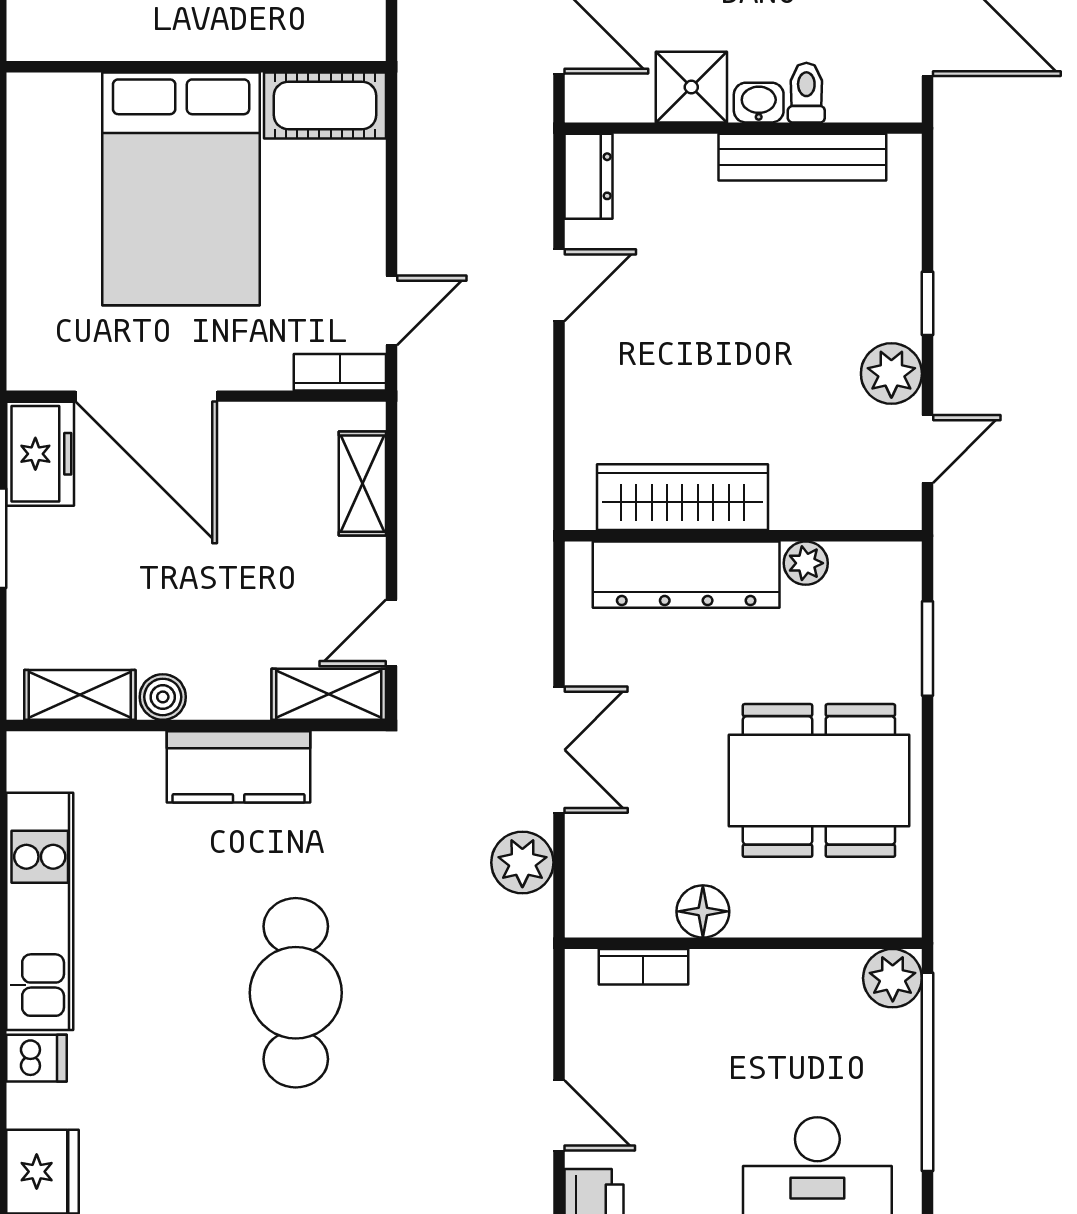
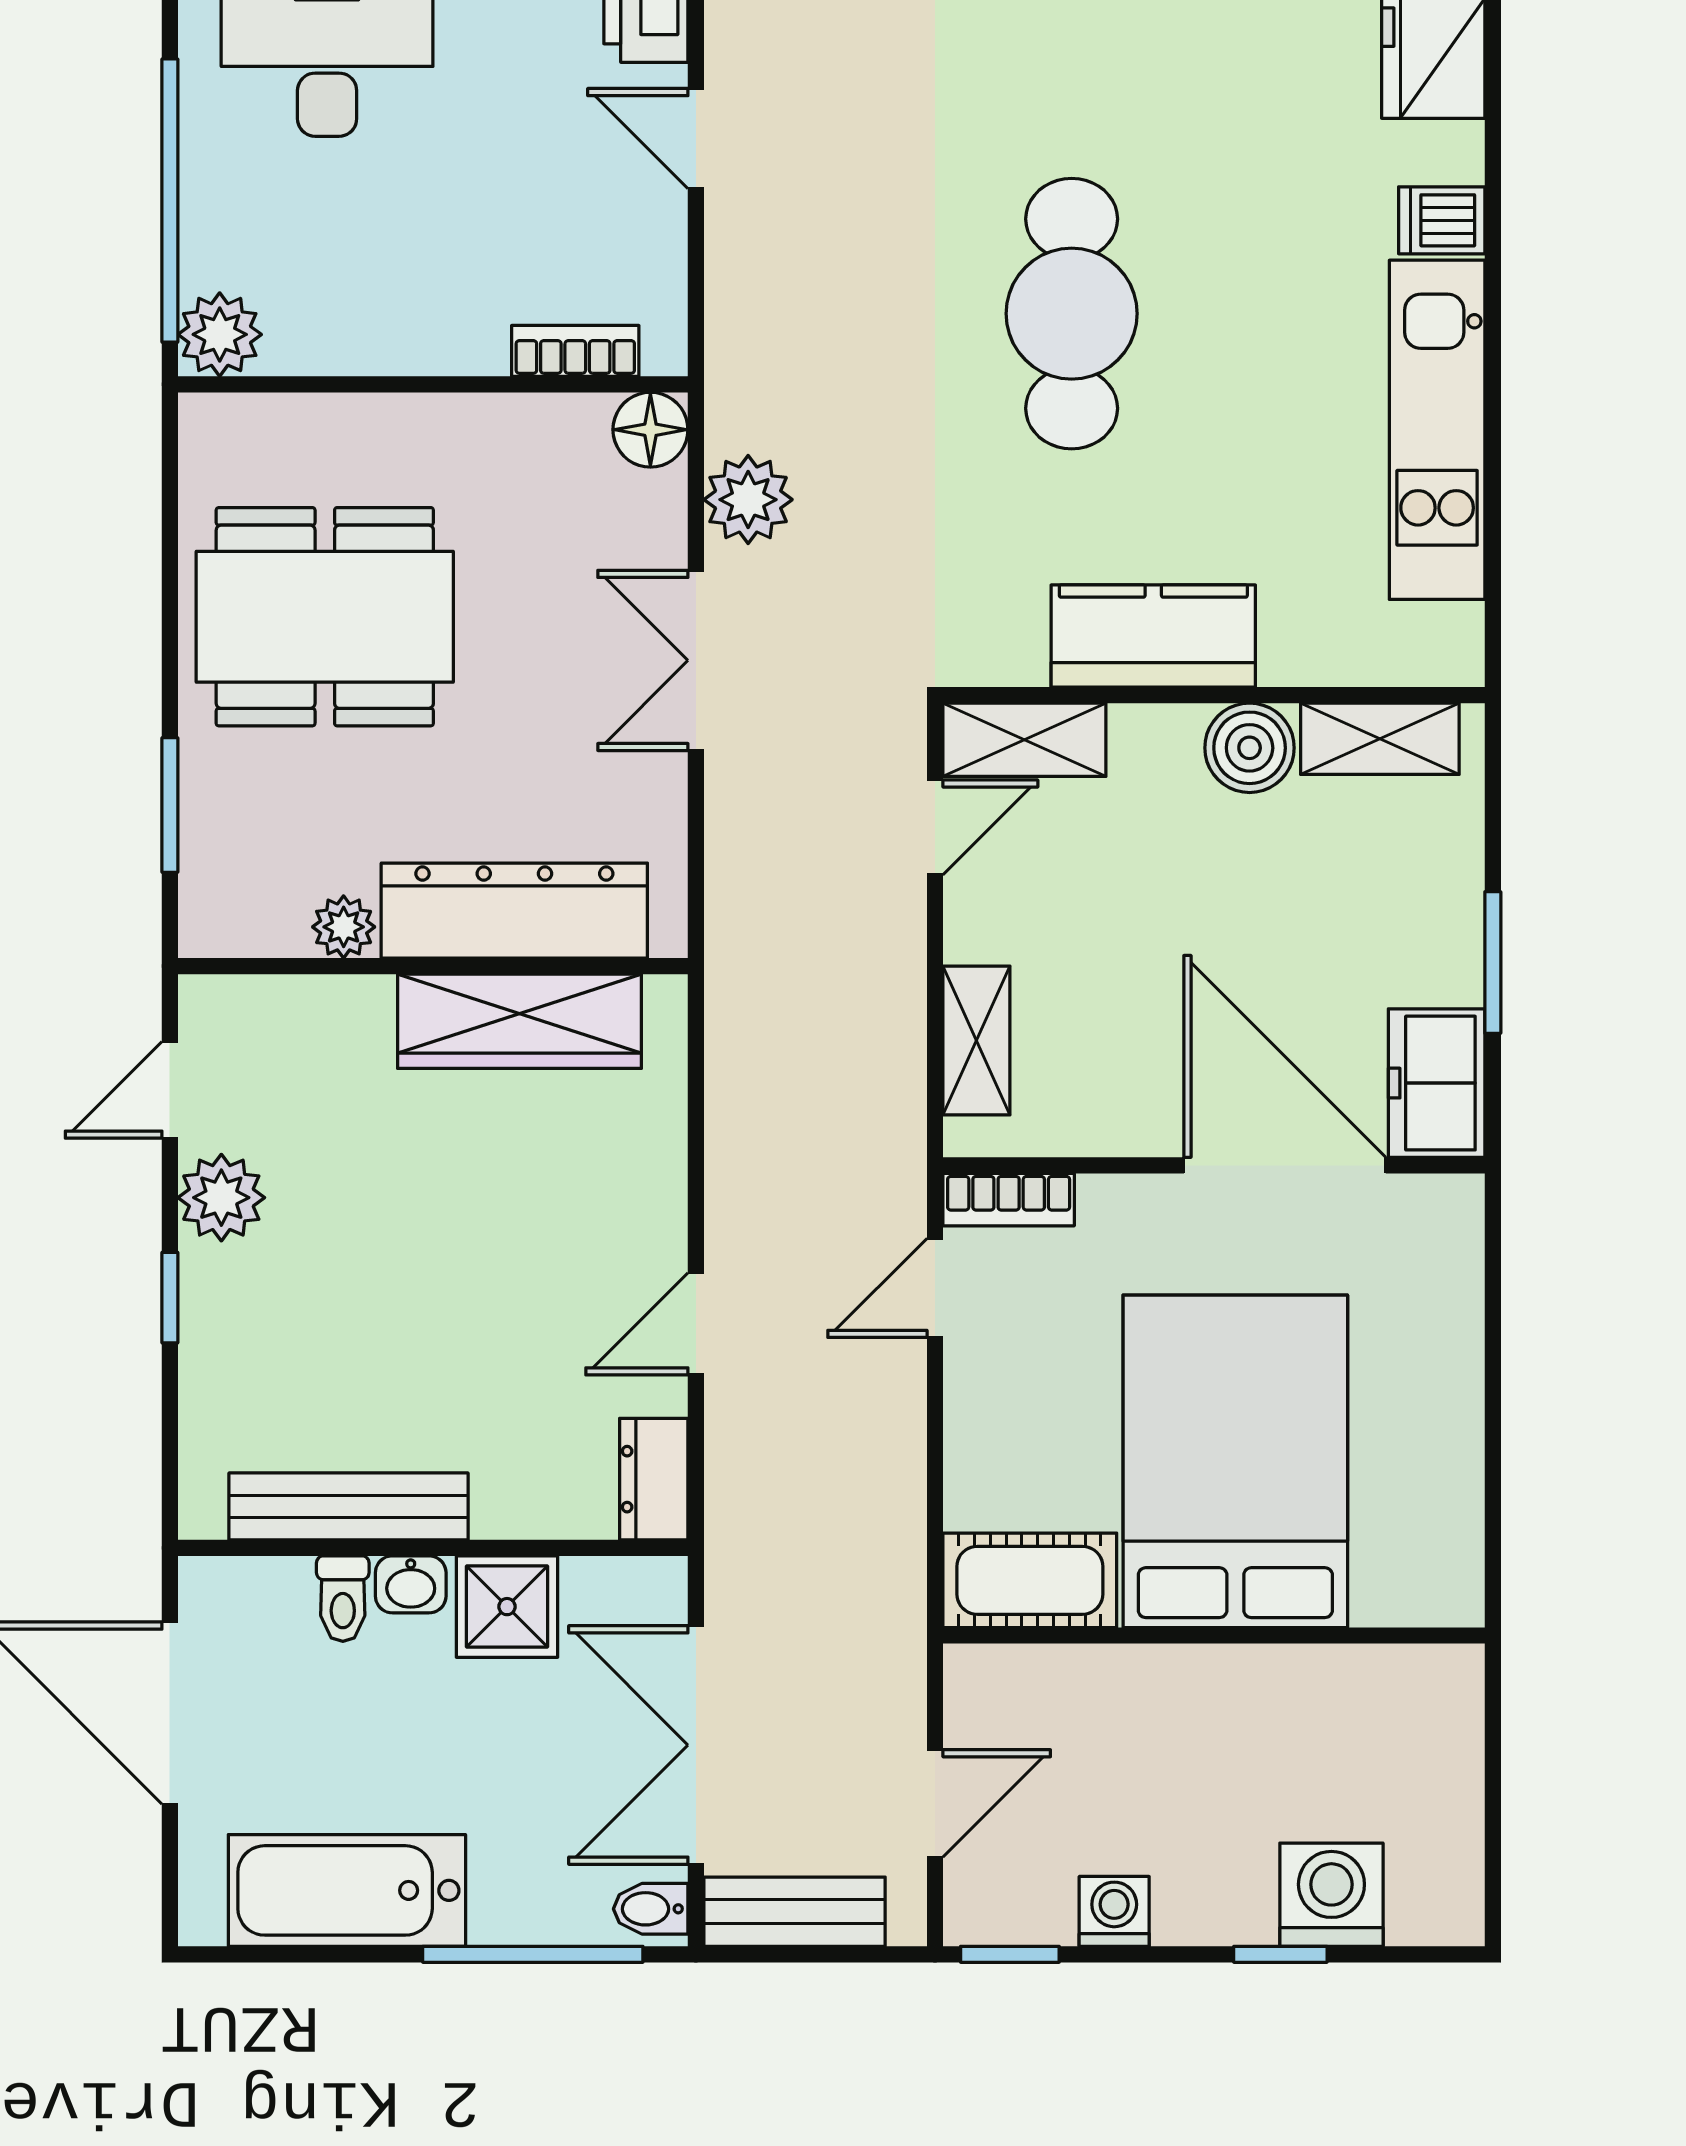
boiler: (163, 697) -> (1250, 748), width x1.36, depth x1.36
floor lamp: (703, 911) -> (650, 430), moved

